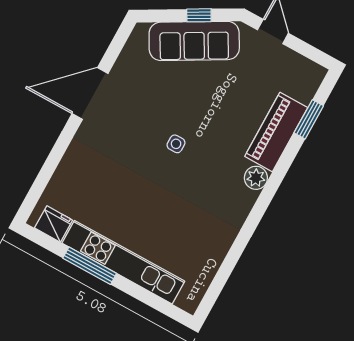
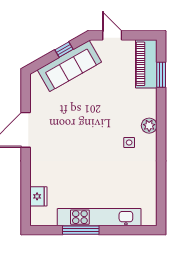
piano: (276, 132) -> (146, 64), moved
side table: (176, 144) -> (129, 142), moved
fridge: (54, 224) -> (38, 196), moved, turned 90

